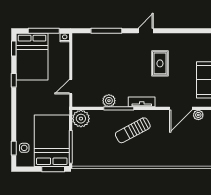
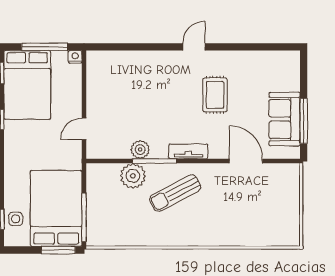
window: (106, 31) -> (136, 47), removed
door: (181, 108) -> (246, 161), swing flipped
plant: (198, 115) -> (271, 171), removed
plant: (81, 119) -> (133, 176), moved

